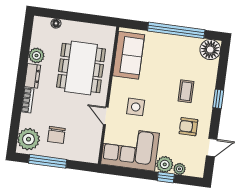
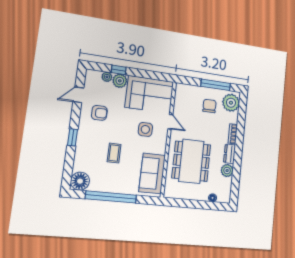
coffee table: (186, 91) -> (114, 153), moved

